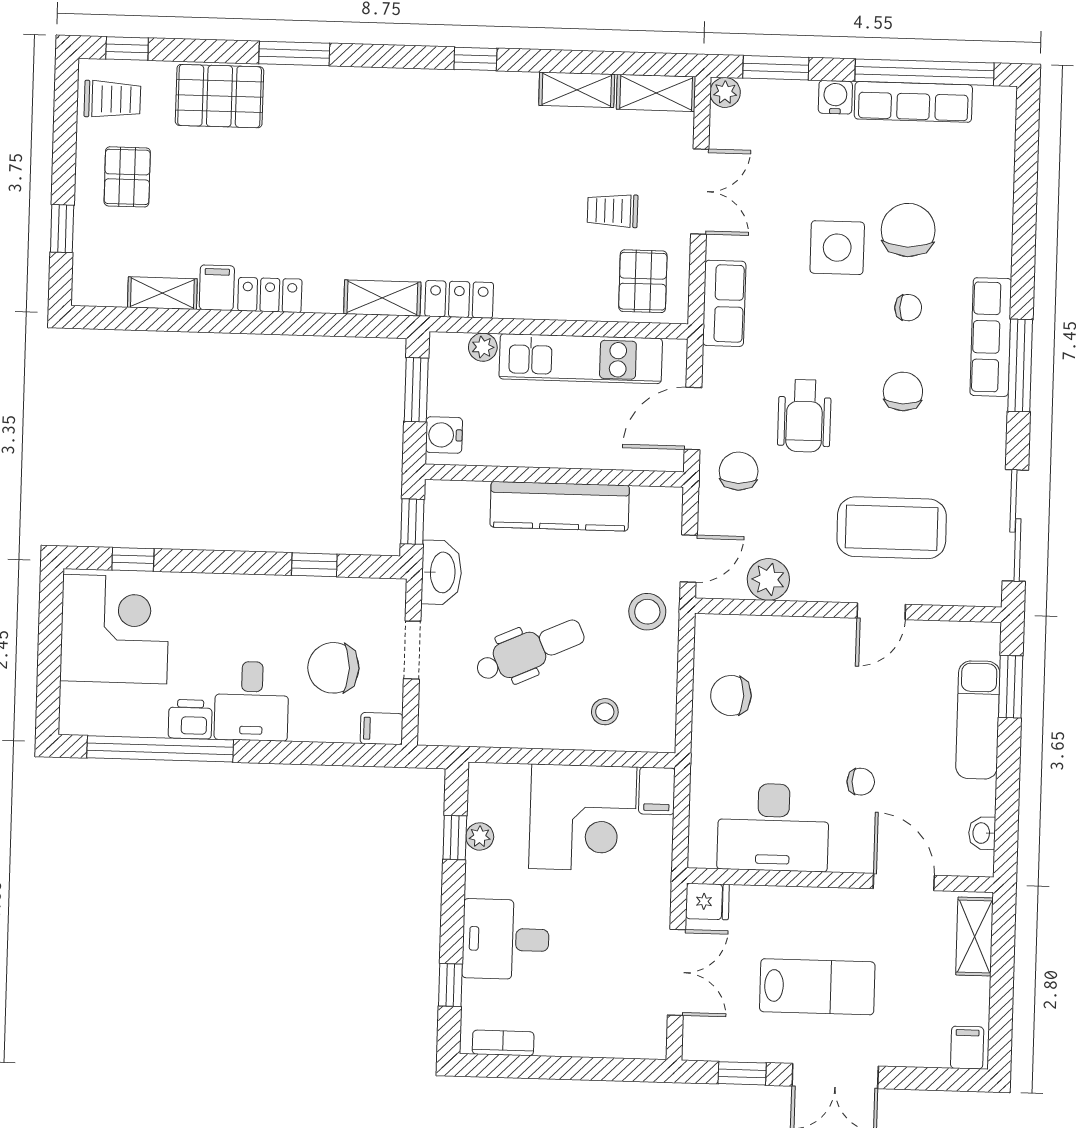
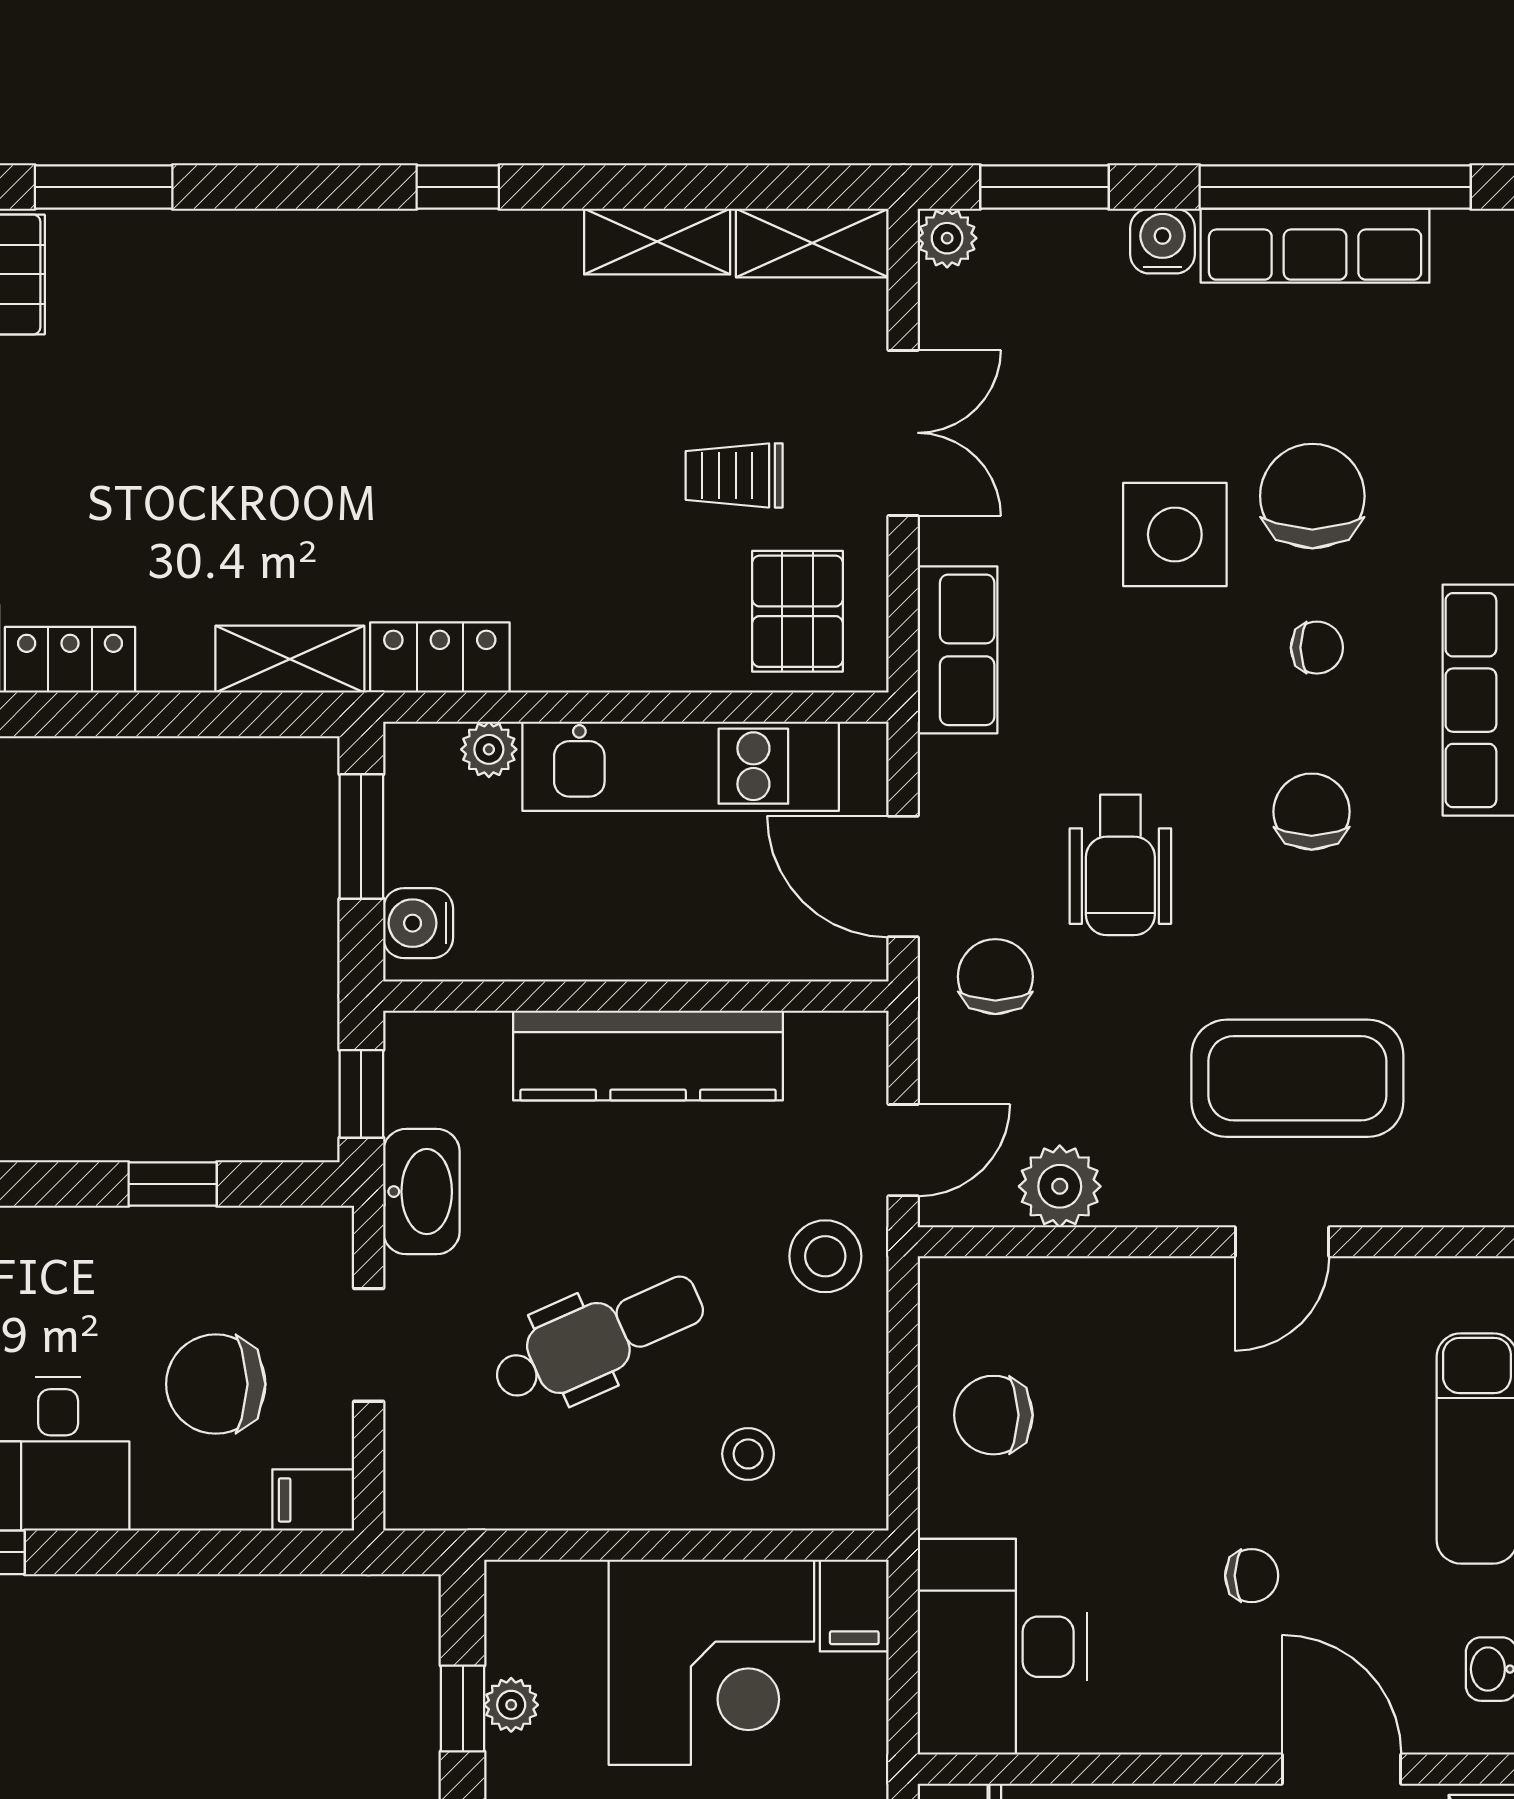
door: (693, 419) -> (903, 876), hinge flipped
desk: (773, 827) -> (1002, 1647), moved, turned 90

